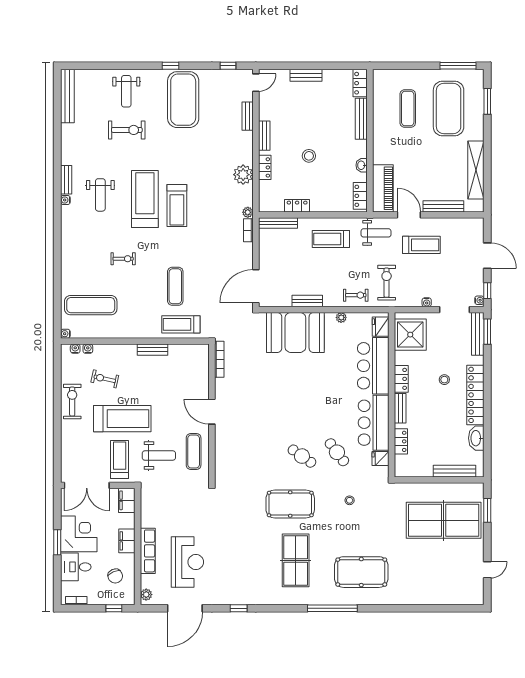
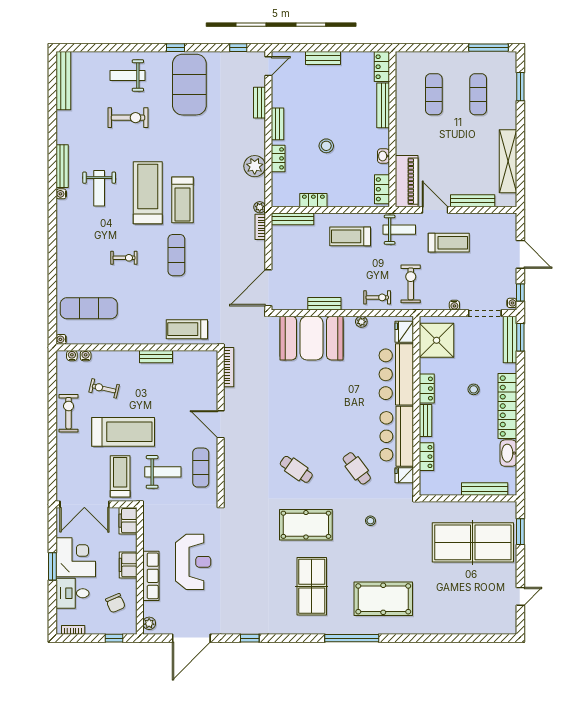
weight bench: (126, 91) -> (128, 75), turned 90
exercise mat: (449, 108) -> (478, 94), width x0.50, depth x0.69
bench: (66, 180) -> (62, 166), width x1.36
exercise mat: (175, 286) -> (176, 255), moved
cafe table: (302, 456) -> (296, 469), moved
reception desk: (187, 562) -> (193, 562), moved

